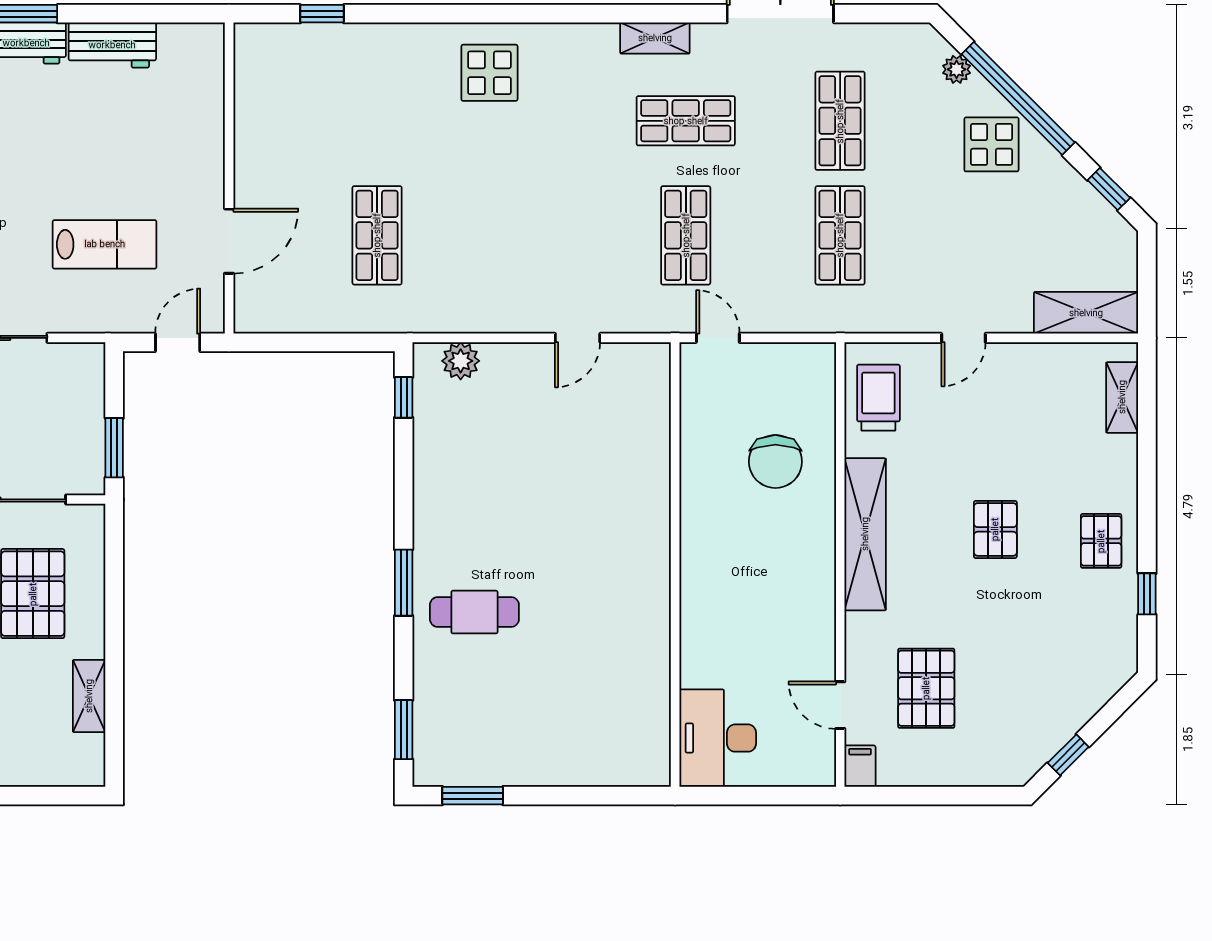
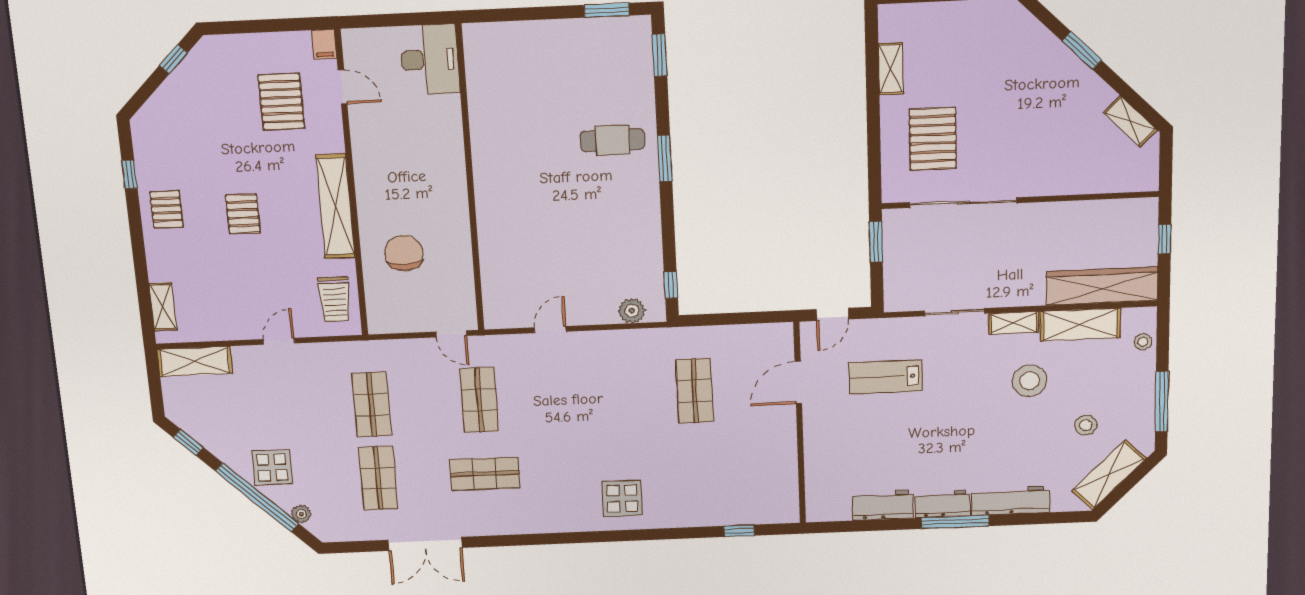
shelving: (655, 38) -> (510, 525), removed

